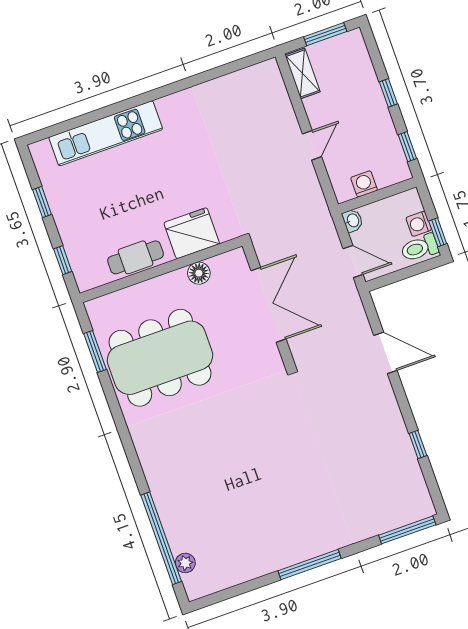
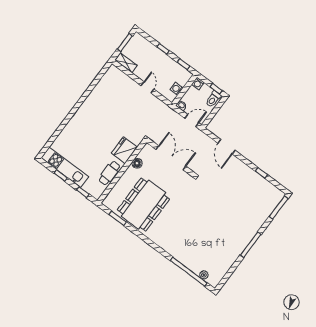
kitchen unit: (106, 133) -> (65, 167), moved, turned -90
washing machine: (419, 224) -> (198, 83), moved
door: (385, 353) -> (227, 147), swing flipped

